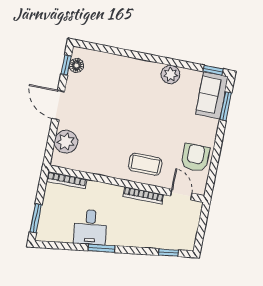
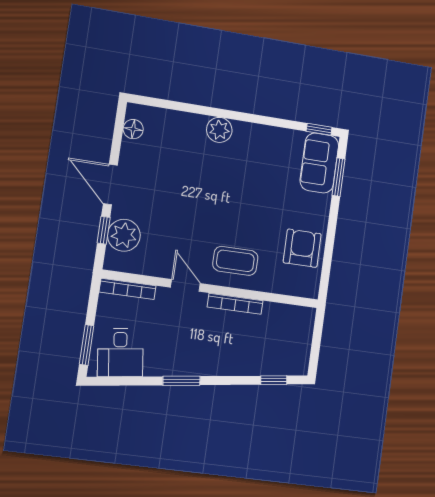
window: (66, 65) -> (104, 230), moved
plant: (170, 74) -> (219, 130), moved
door: (181, 195) -> (185, 285), moved
desk: (90, 227) -> (120, 353), moved

